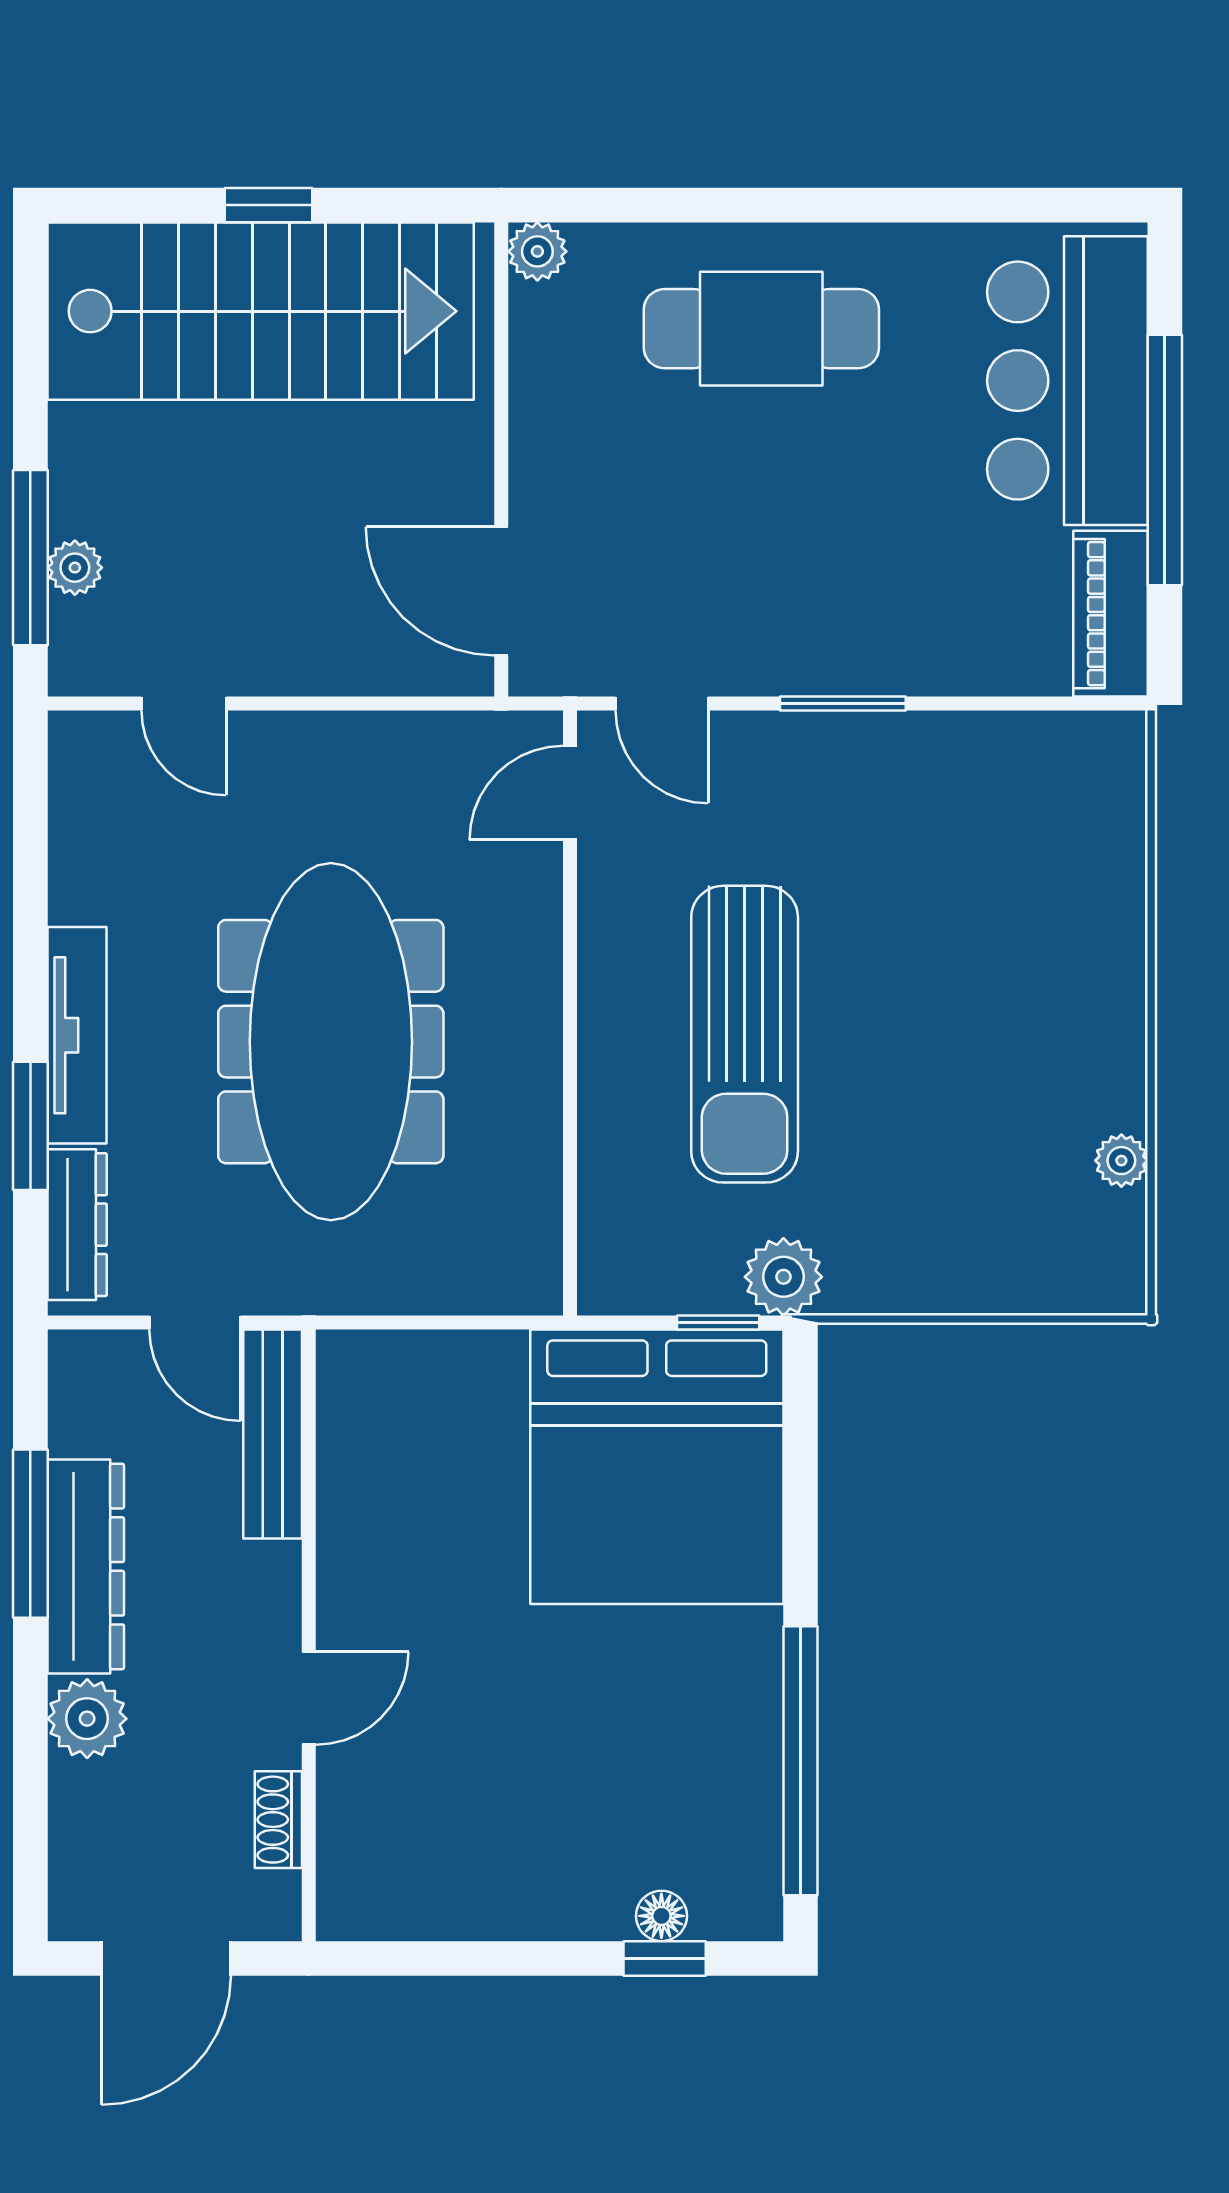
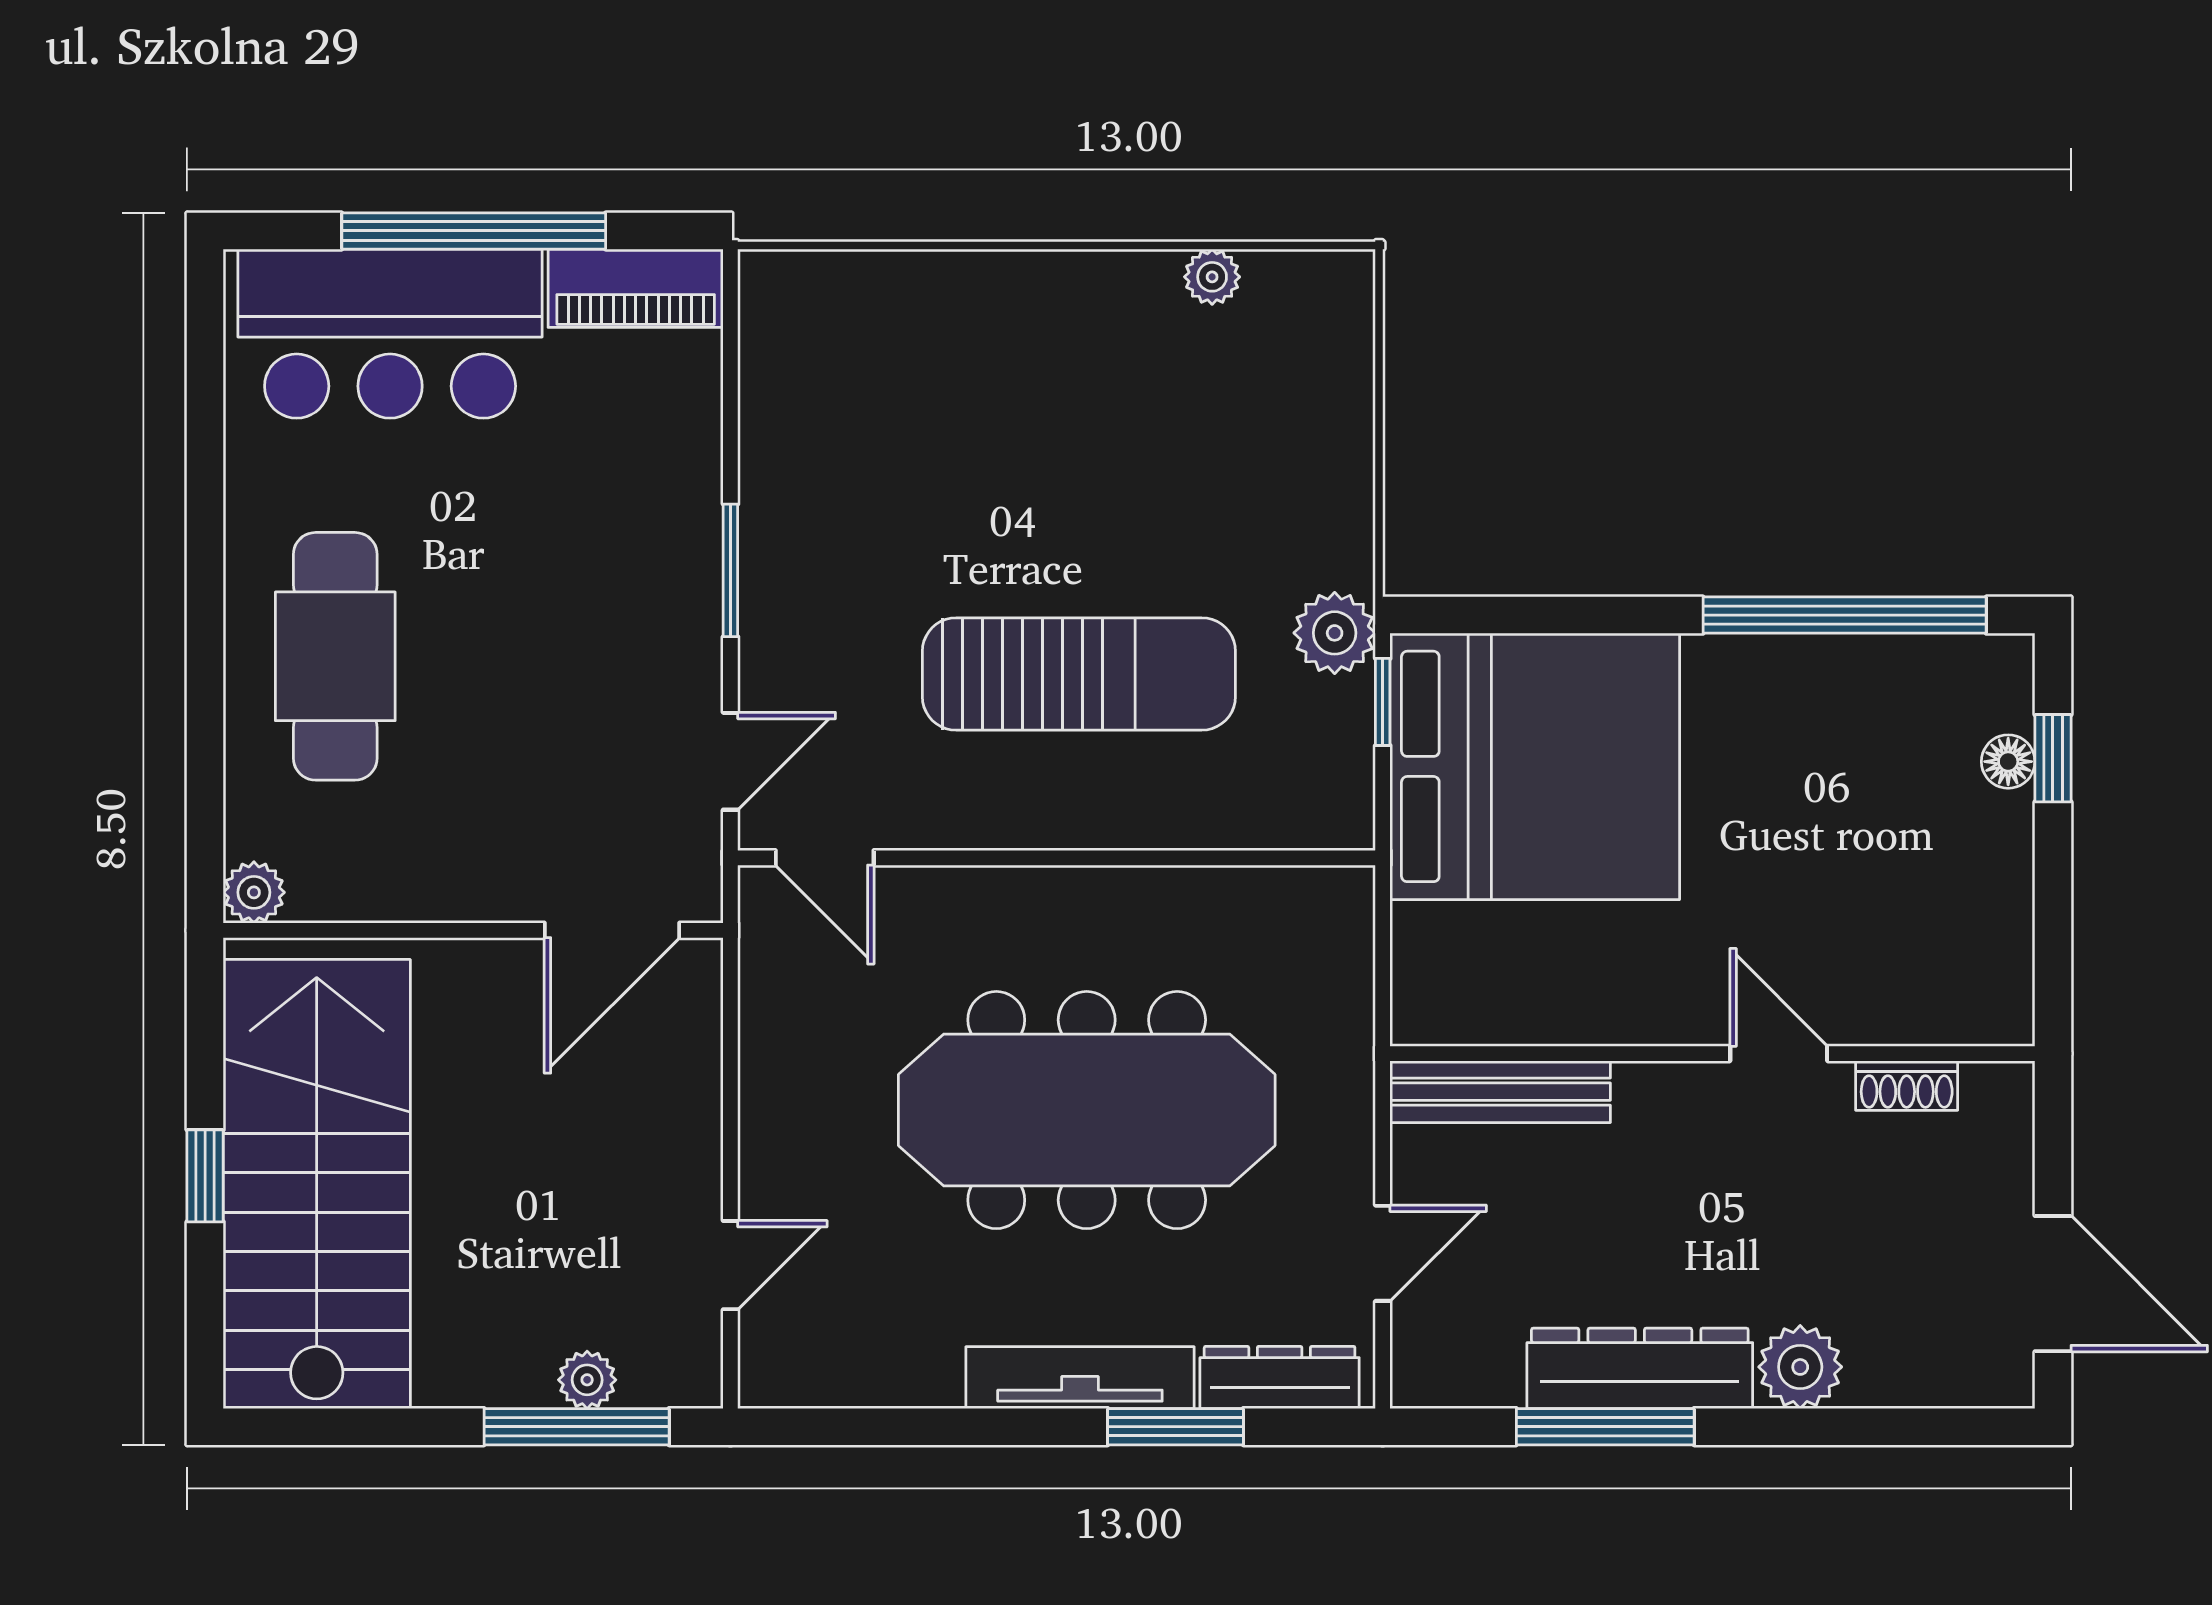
bench: (273, 1434) -> (1500, 1092), moved
wall: (309, 1635) -> (1712, 1054), moved
door: (309, 1698) -> (1779, 1054), moved
shoe rack: (278, 1820) -> (1907, 1086), moved

